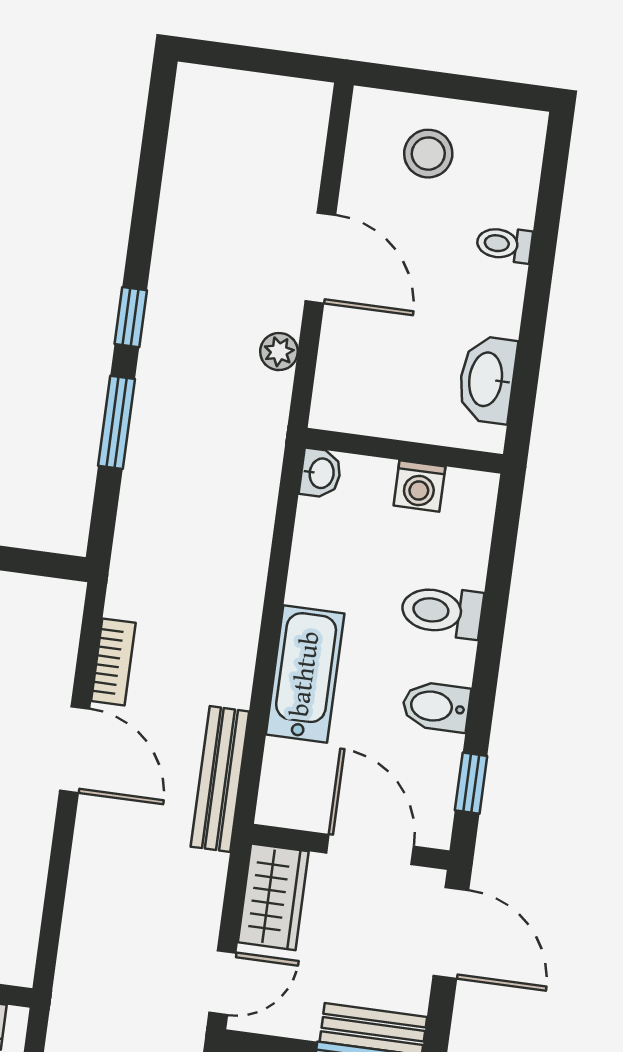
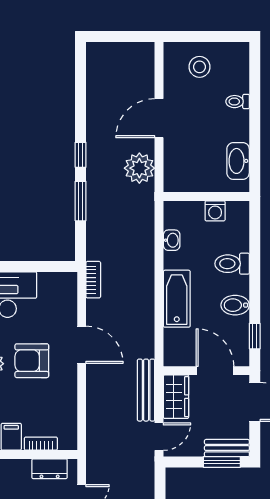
door: (320, 258) -> (159, 118), swing flipped
plant: (279, 352) -> (139, 168), width x1.88, depth x1.88
washbasin: (320, 473) -> (172, 240), moved
bookcase: (113, 662) -> (93, 280), moved
bench: (220, 779) -> (146, 390), moved

